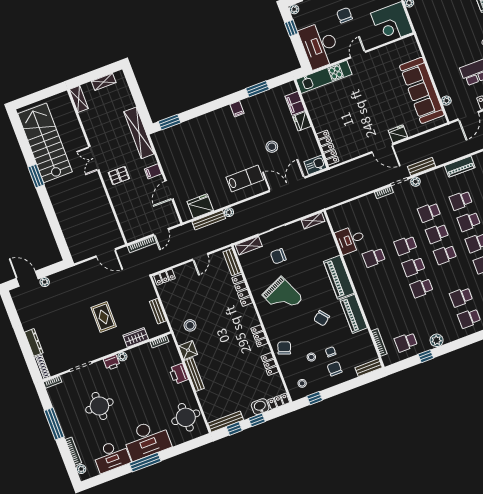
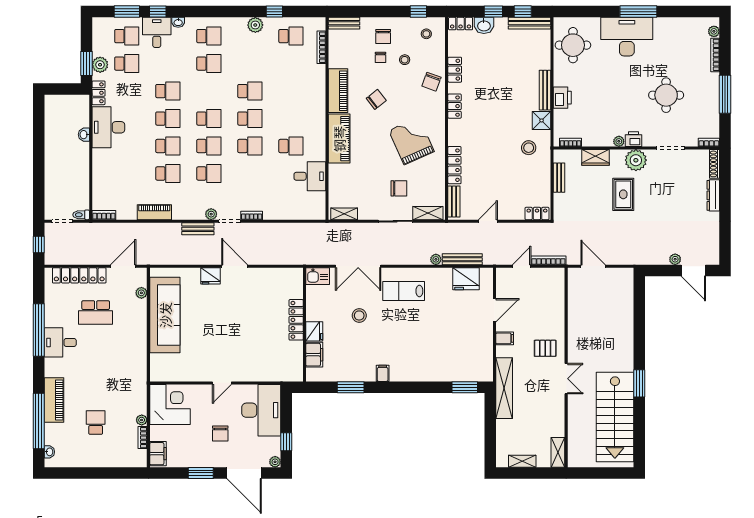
kitchen unit: (324, 77) -> (270, 372), removed
locker: (328, 148) -> (296, 320), moved
plant: (104, 347) -> (636, 160), added
desk: (111, 456) -> (674, 33), removed

